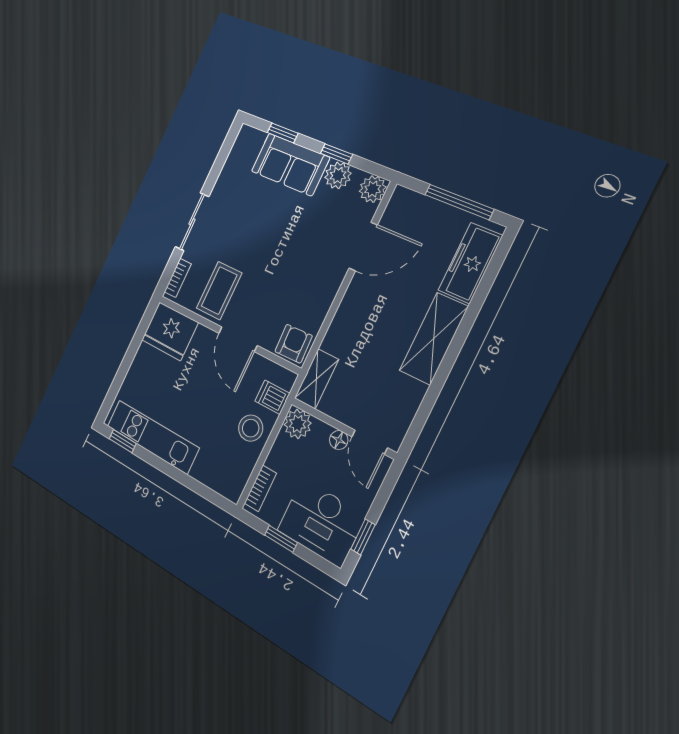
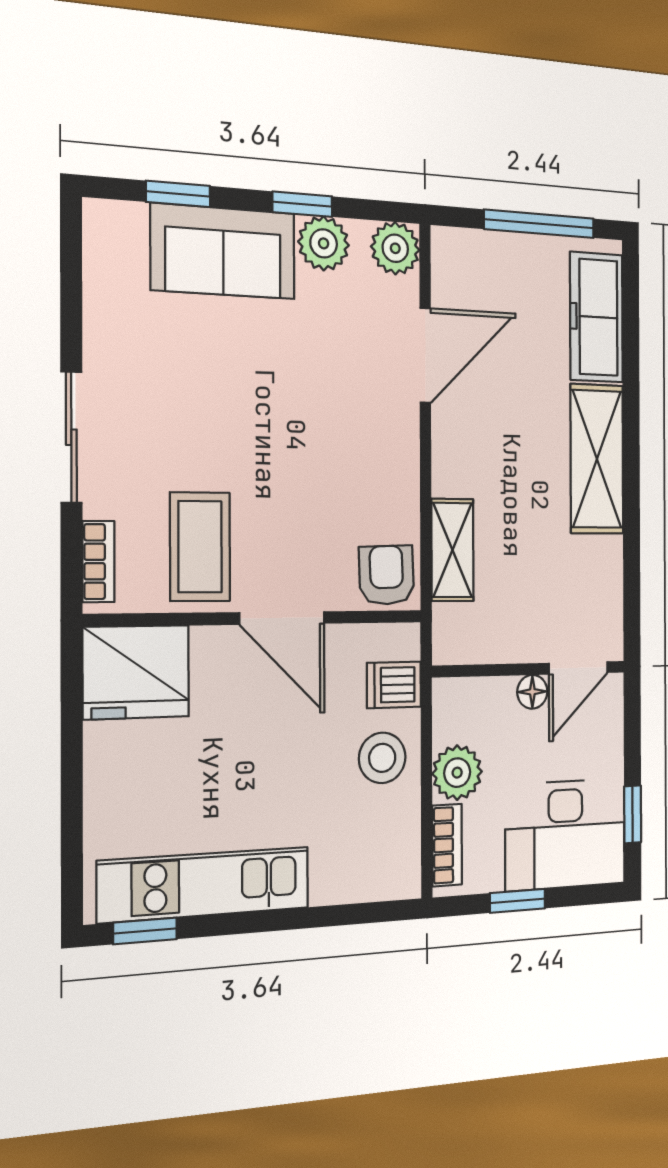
shelving: (317, 379) -> (452, 550), moved
plant: (298, 424) -> (457, 773), moved
door: (370, 442) -> (578, 668), hinge flipped

